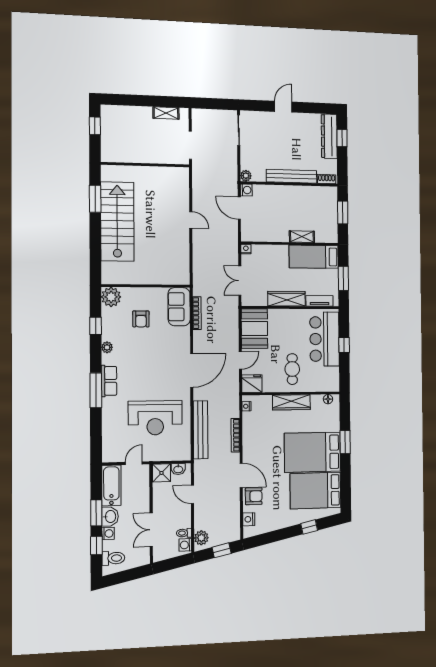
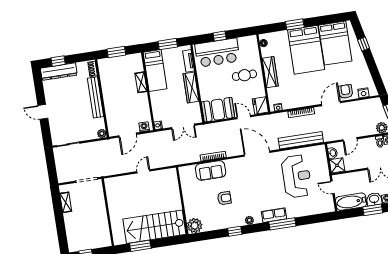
washing machine: (246, 190) -> (144, 127), moved
wall: (146, 286) -> (182, 201), moved
plant: (111, 297) -> (195, 226), moved

